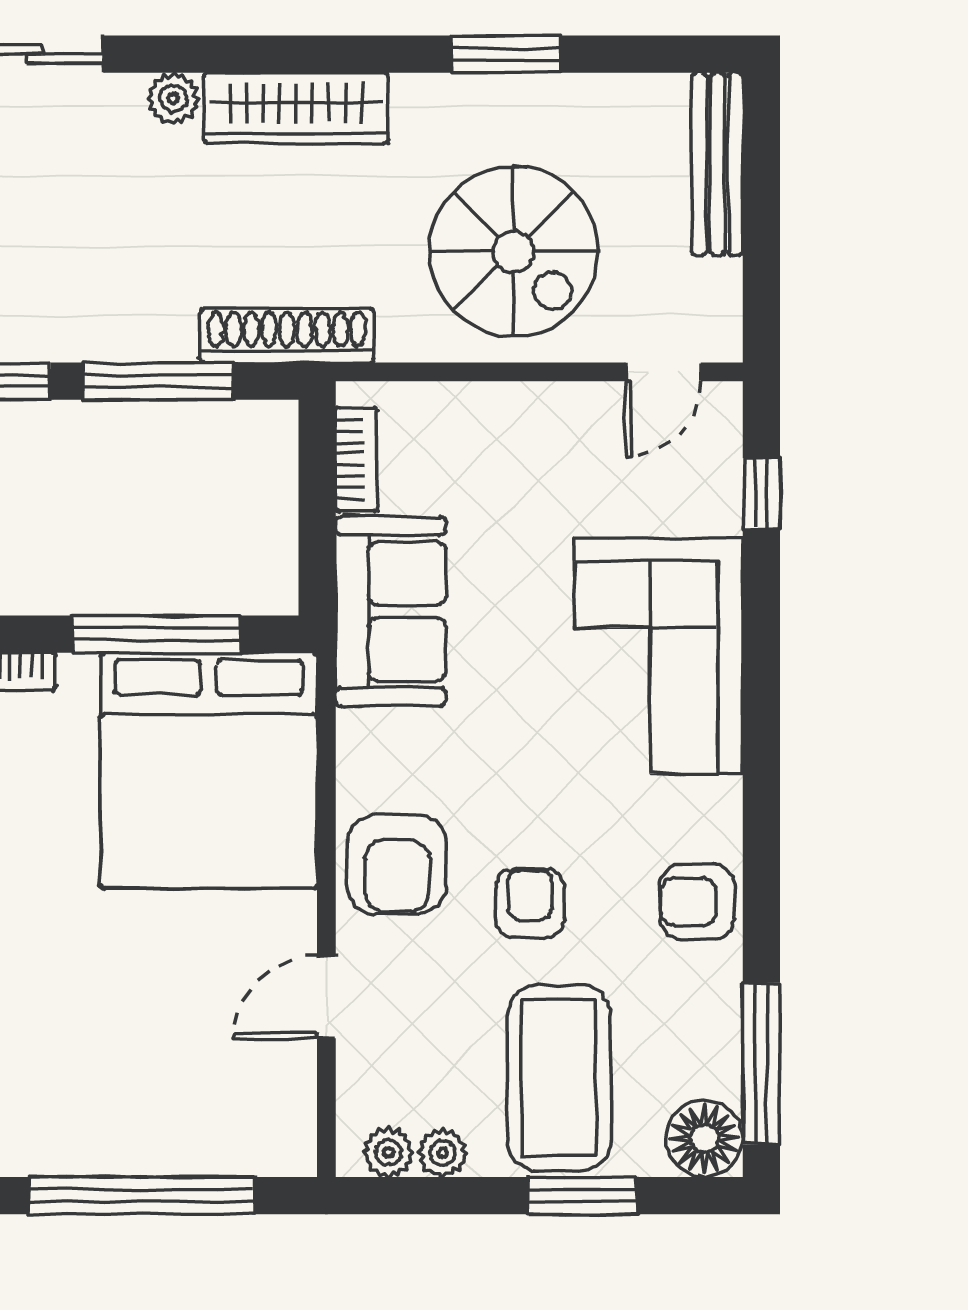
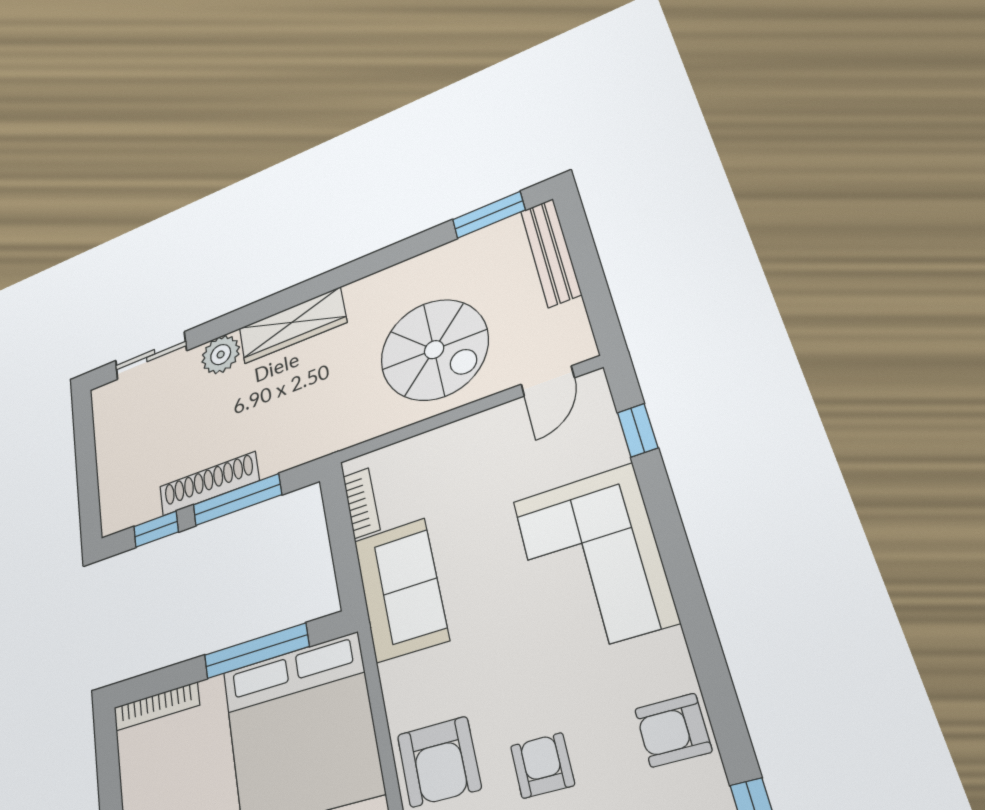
window: (506, 54) -> (489, 215), moved
plant: (173, 99) -> (221, 355), width x1.38, depth x1.38
shoe rack: (287, 336) -> (209, 484), moved

